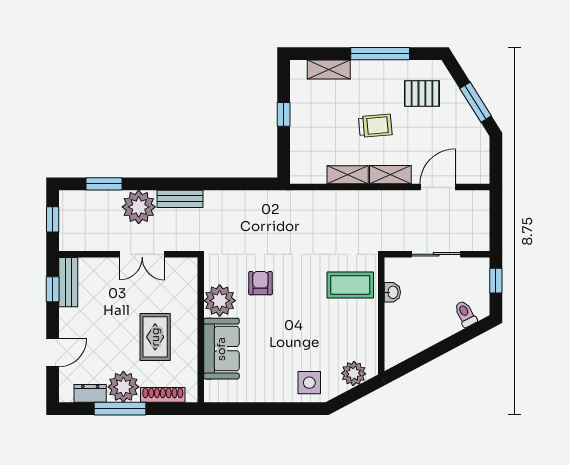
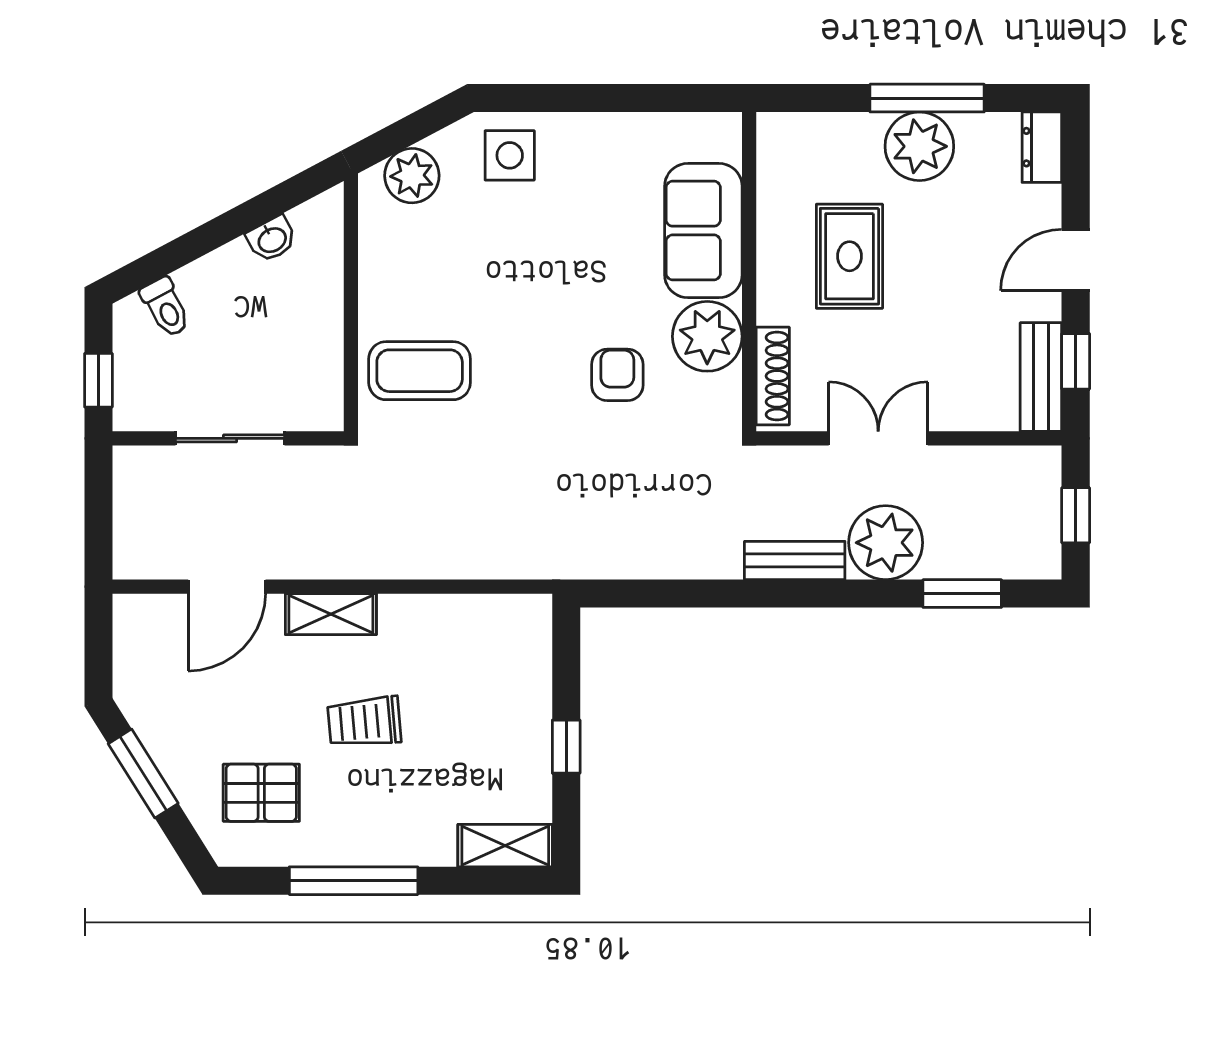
shelving: (329, 70) -> (505, 846), moved
shelving: (348, 175) -> (425, 614), removed
armchair: (260, 283) -> (617, 375), turned 180
washbasin: (392, 292) -> (272, 239), moved, turned -118
door: (53, 353) -> (1076, 260), moved
dresser: (90, 393) -> (1042, 147), moved, turned 90
shoe rack: (163, 395) -> (773, 376), moved, turned -90

